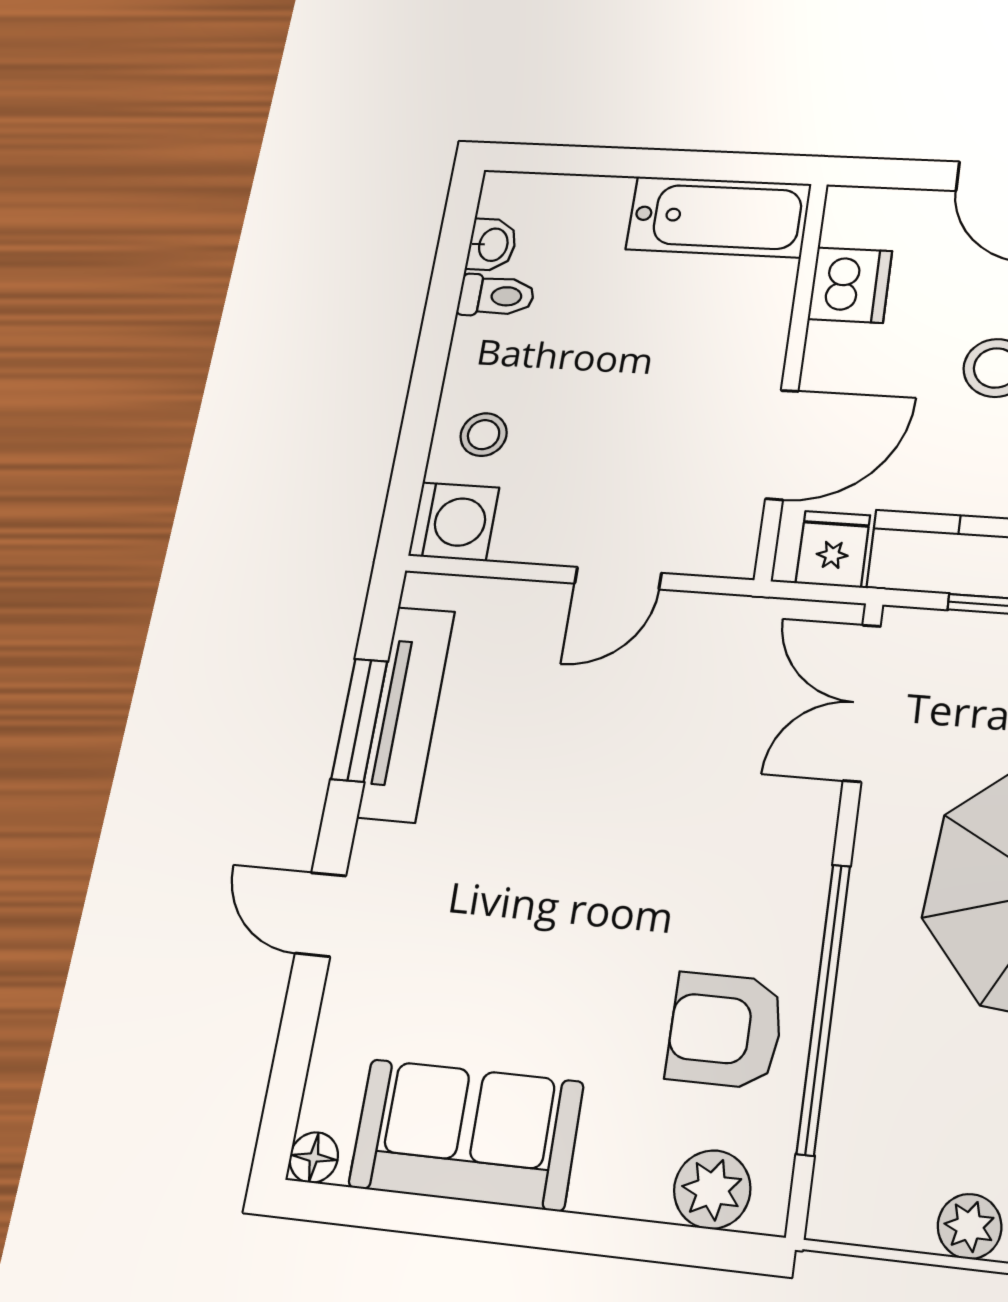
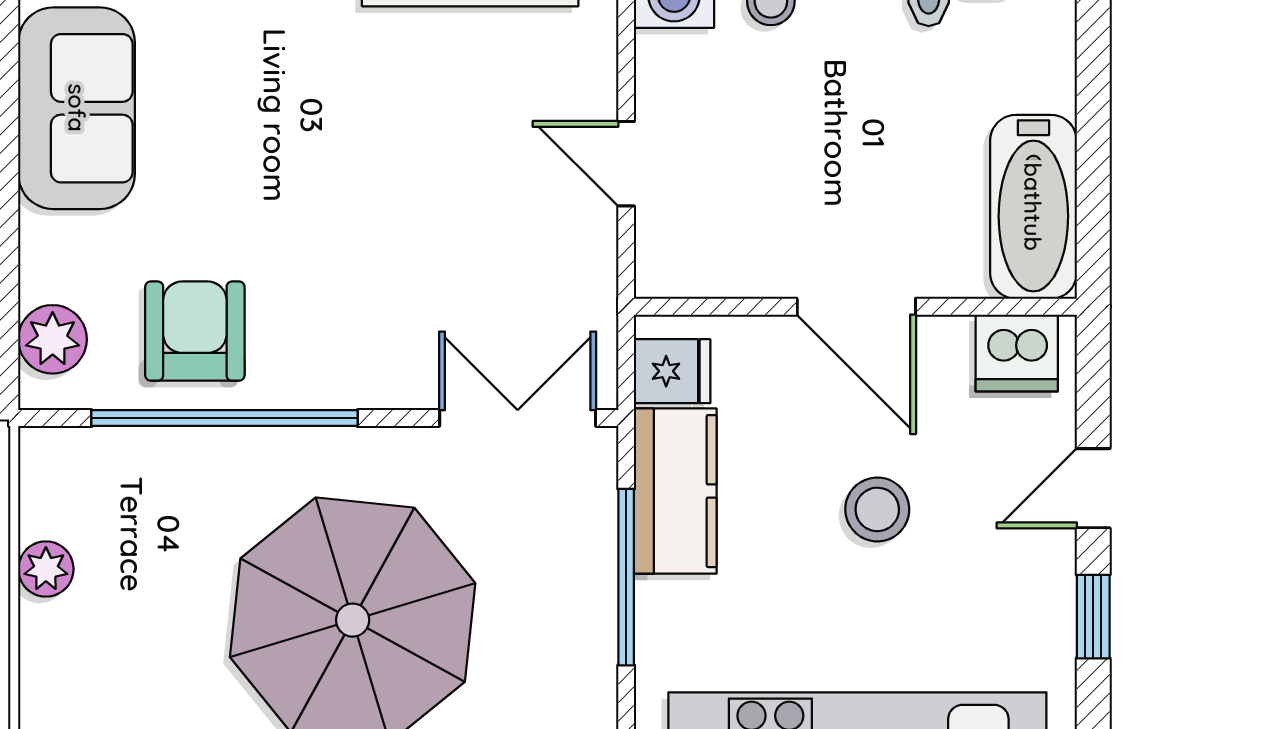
dishwasher: (850, 285) -> (1017, 353), moved
door: (782, 445) -> (856, 307), moved

